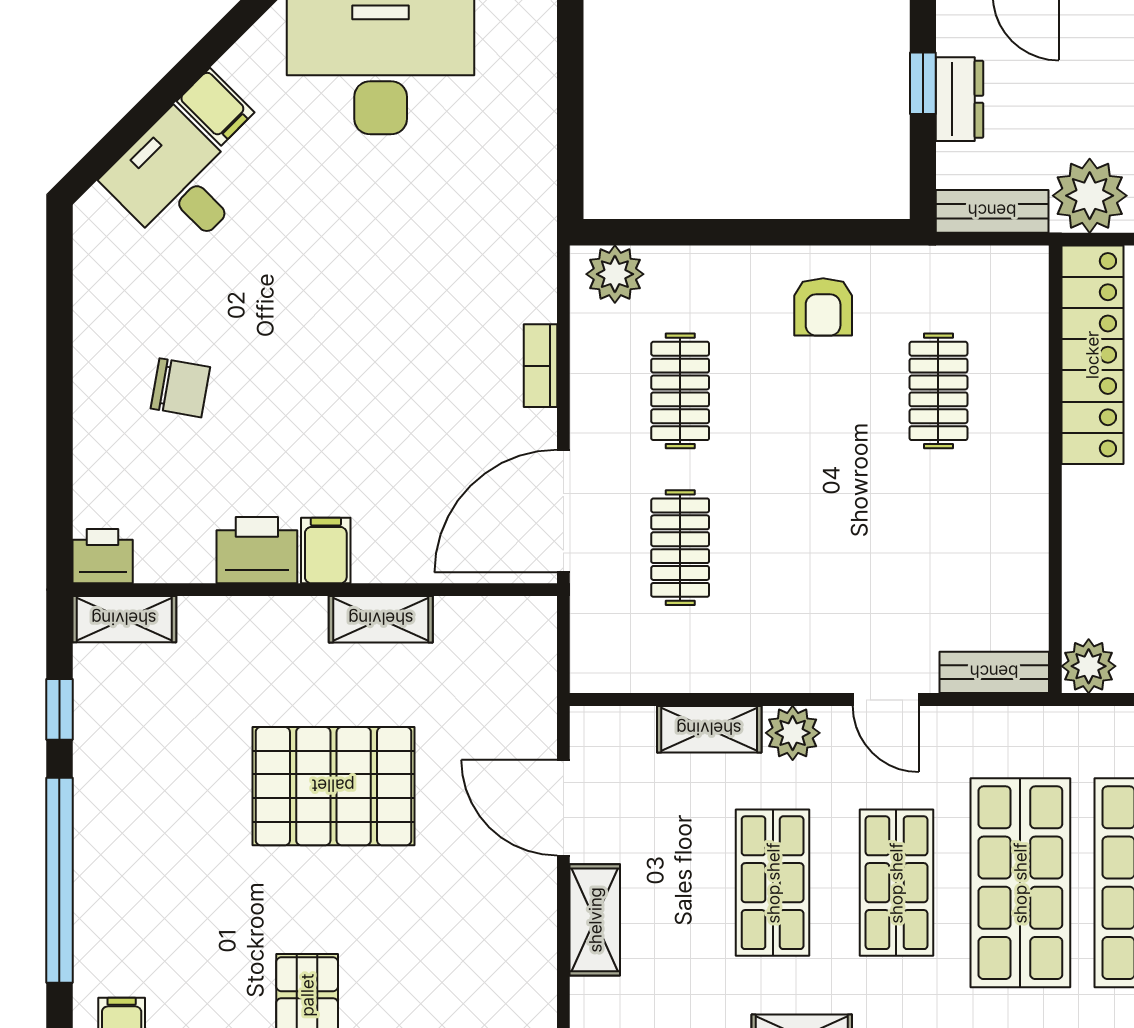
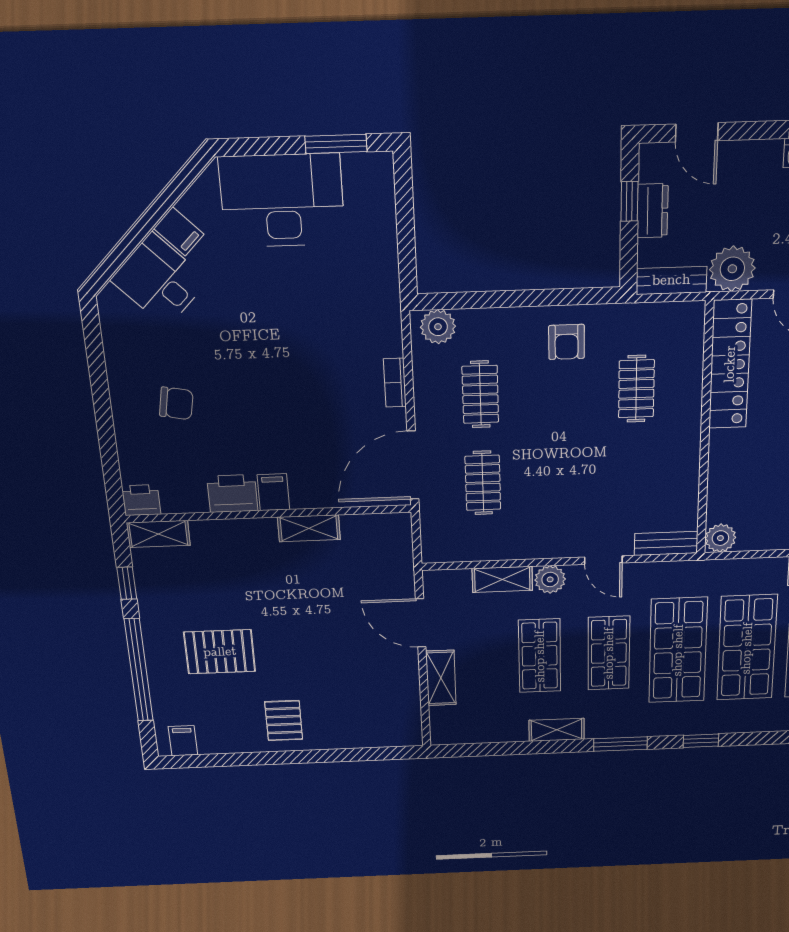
pallet: (333, 786) -> (220, 652), moved, width x0.73, depth x0.71

